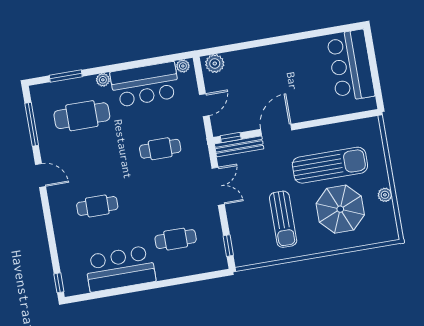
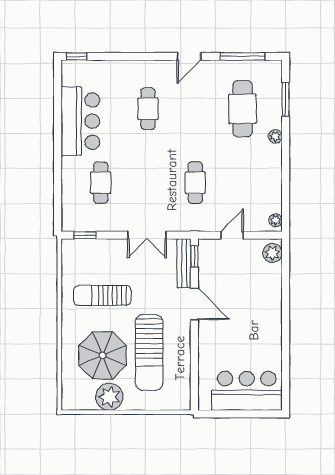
bar counter: (145, 84) -> (263, 178), removed
door: (204, 105) -> (232, 235), swing flipped
plant: (385, 195) -> (109, 397), width x1.88, depth x1.88

